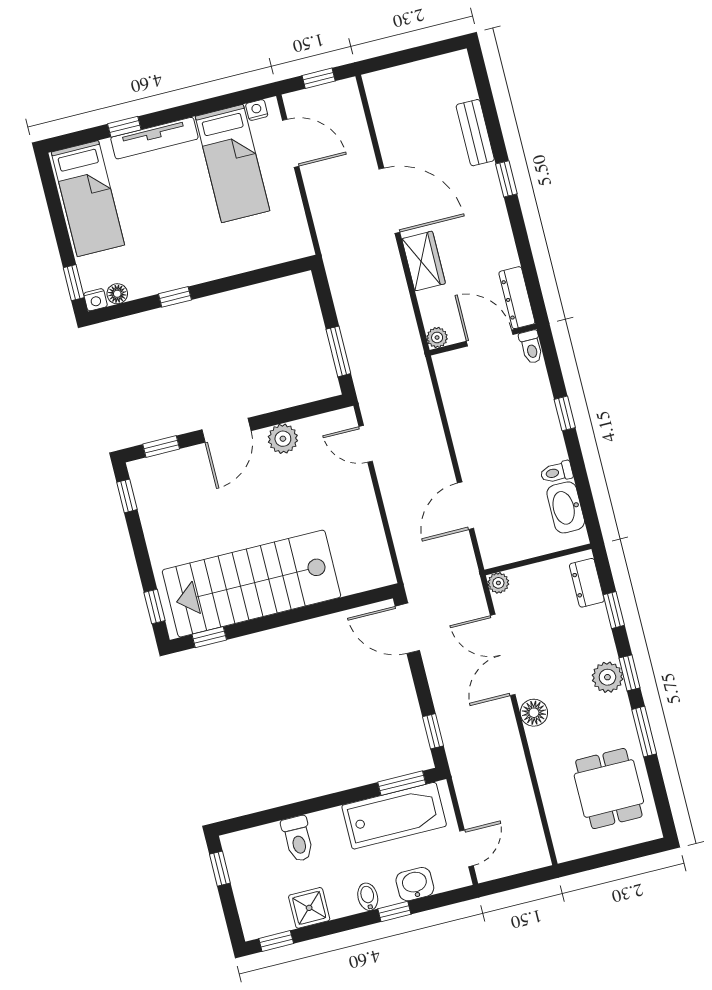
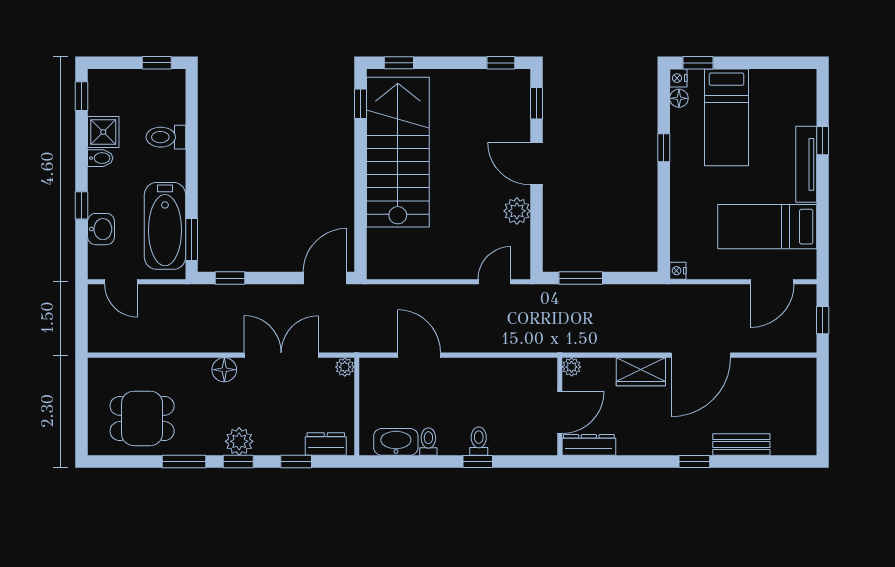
nightstand: (257, 110) -> (678, 271), moved, turned 180
bed: (88, 199) -> (727, 117), moved, turned -90
toilet: (531, 347) -> (479, 441), moved, turned 90
bidet: (368, 897) -> (100, 158), moved

